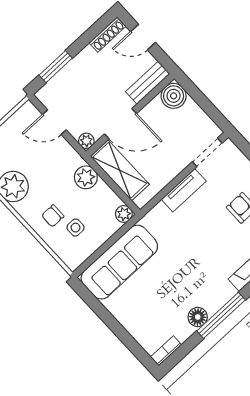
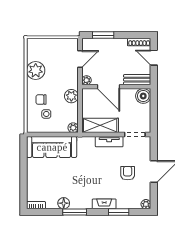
door: (54, 122) -> (80, 59), swing flipped
shelving: (120, 170) -> (100, 125), moved, turned 90
window: (221, 315) -> (75, 212), width x0.69

